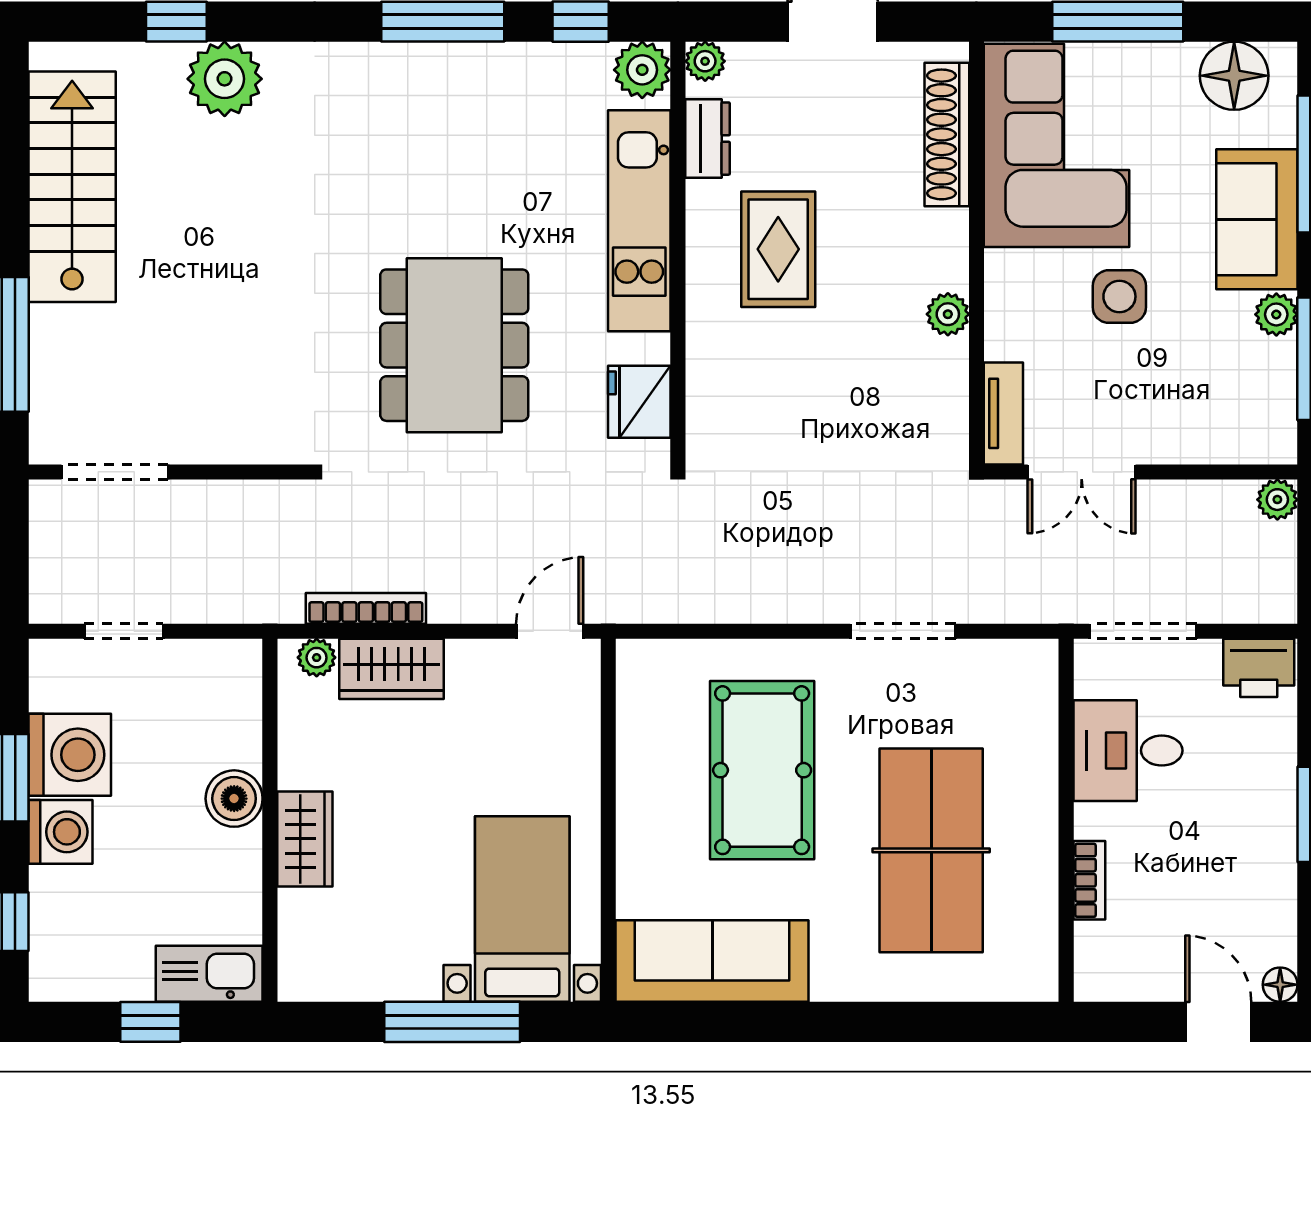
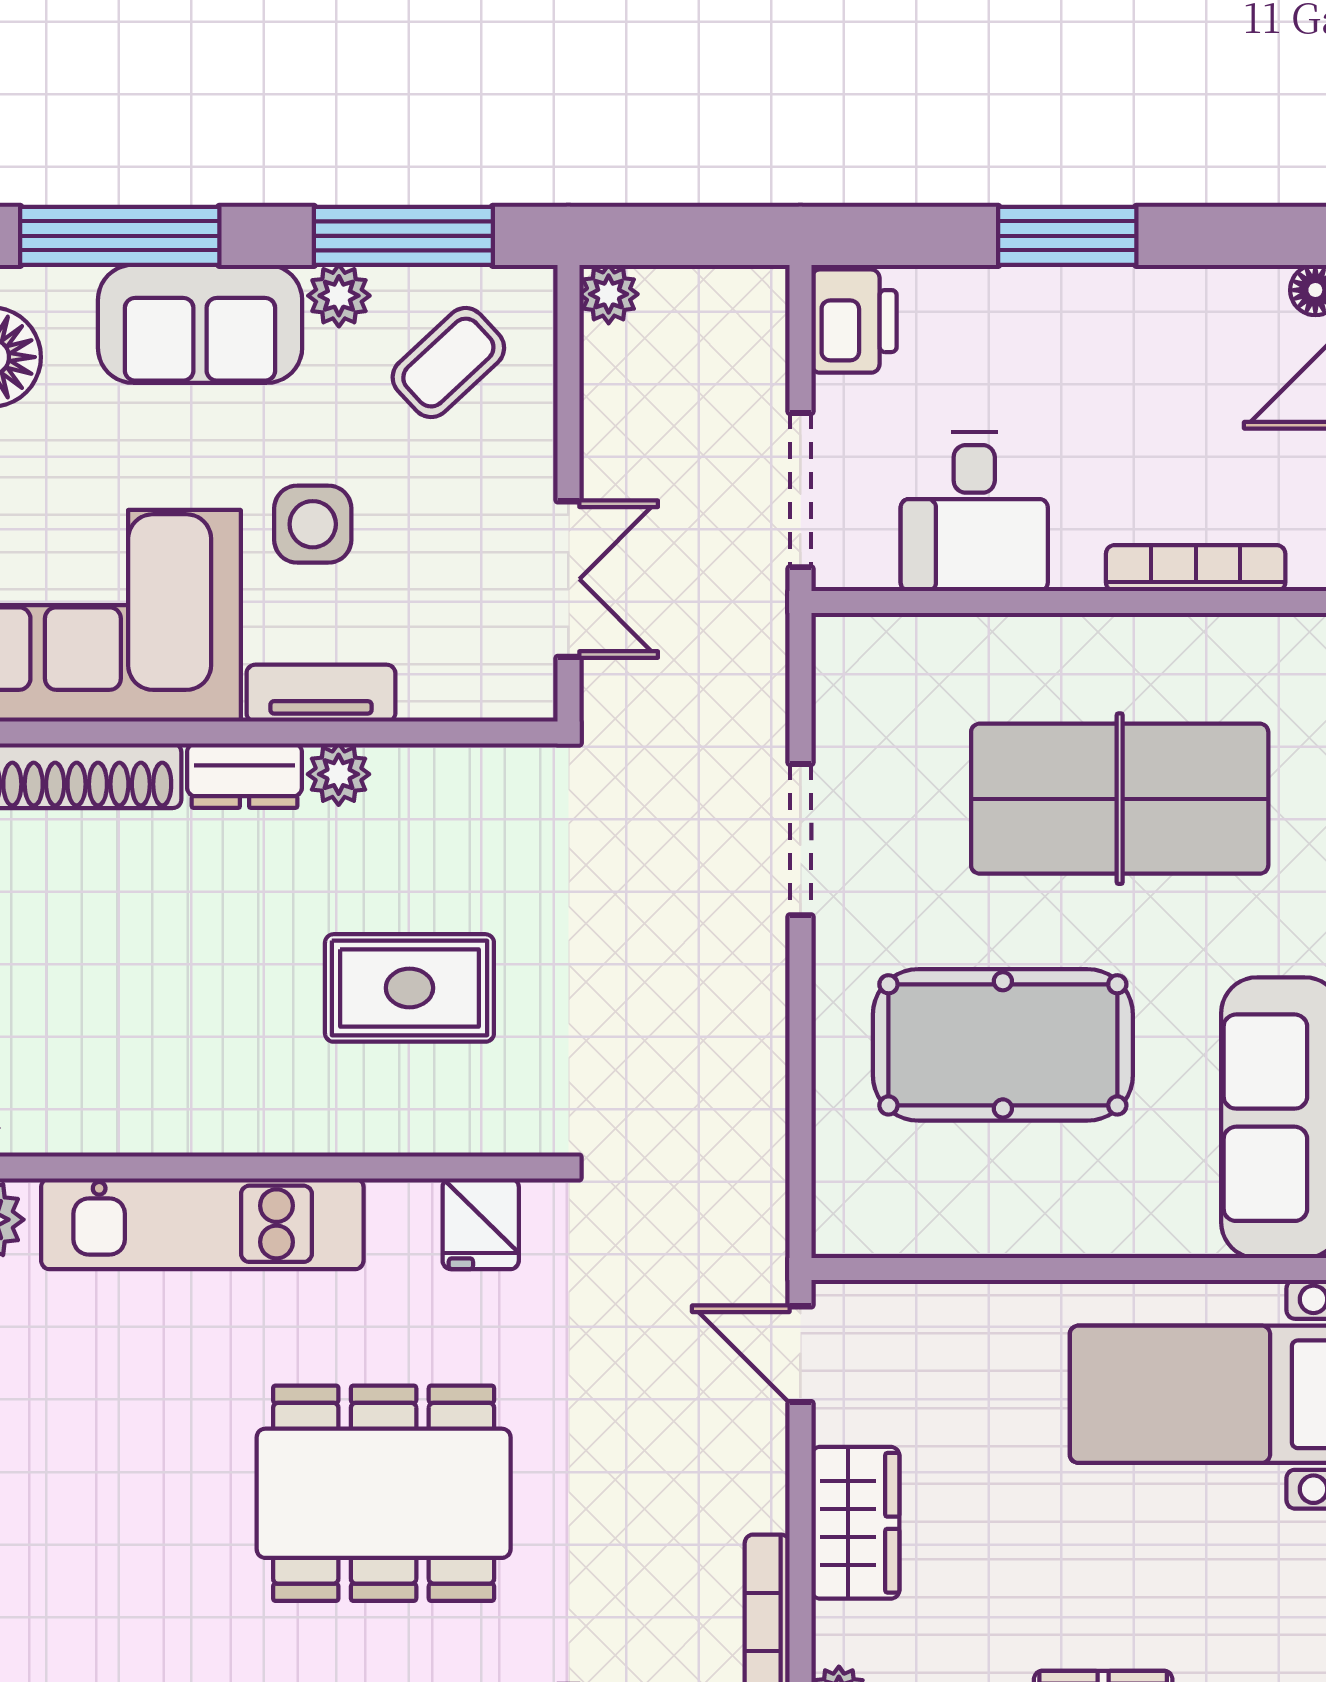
dresser: (708, 139) -> (244, 776), moved, turned 180
rug: (778, 249) -> (409, 988), moved
coffee table: (1230, 390) -> (448, 363), added
fridge: (639, 402) -> (481, 1224), width x0.72
tv unit: (1003, 413) -> (321, 693), moved
wardrobe: (391, 669) -> (855, 1523), moved
bookcase: (1089, 880) -> (1196, 568), width x1.56

